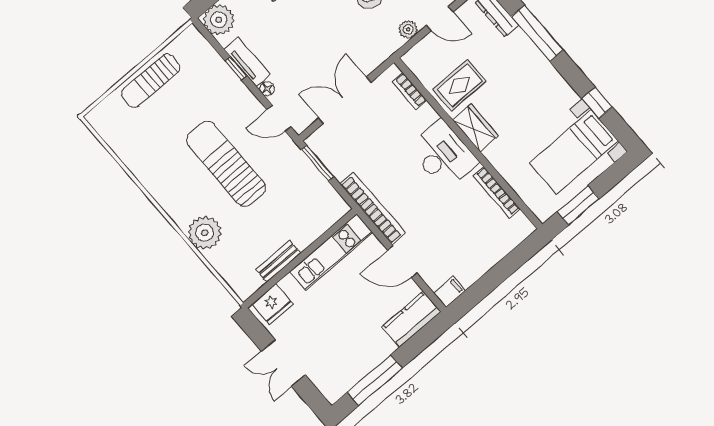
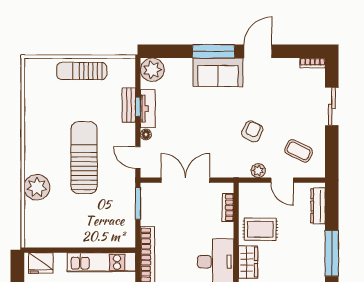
window: (537, 33) -> (332, 253), moved
bench: (278, 261) -> (129, 105), moved, turned 90

